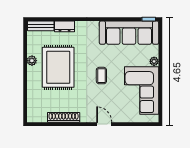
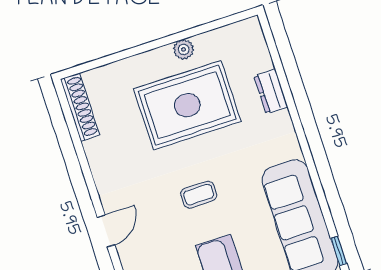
bench: (41, 26) -> (257, 45), removed
shoe rack: (64, 117) -> (80, 107), moved

